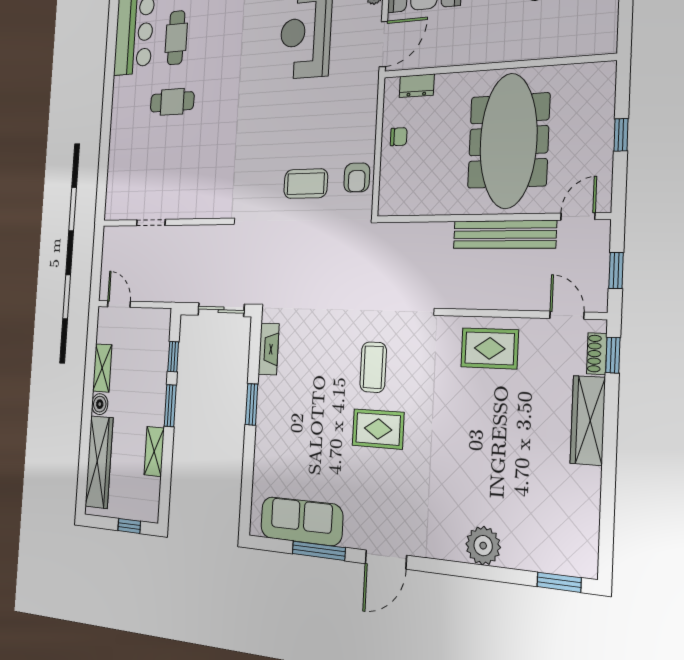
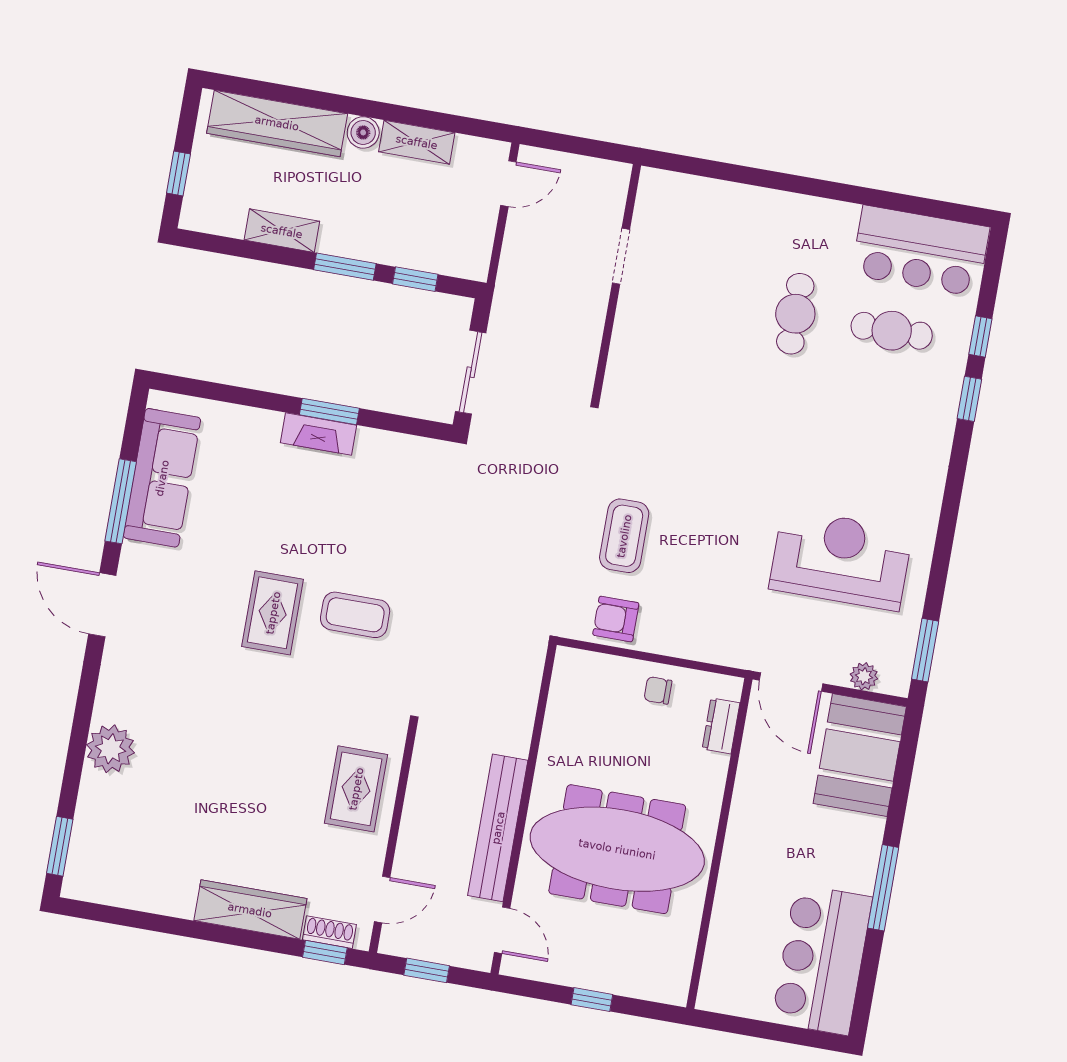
chair: (399, 137) -> (658, 690), turned 90
fireplace: (269, 349) -> (319, 434), moved

